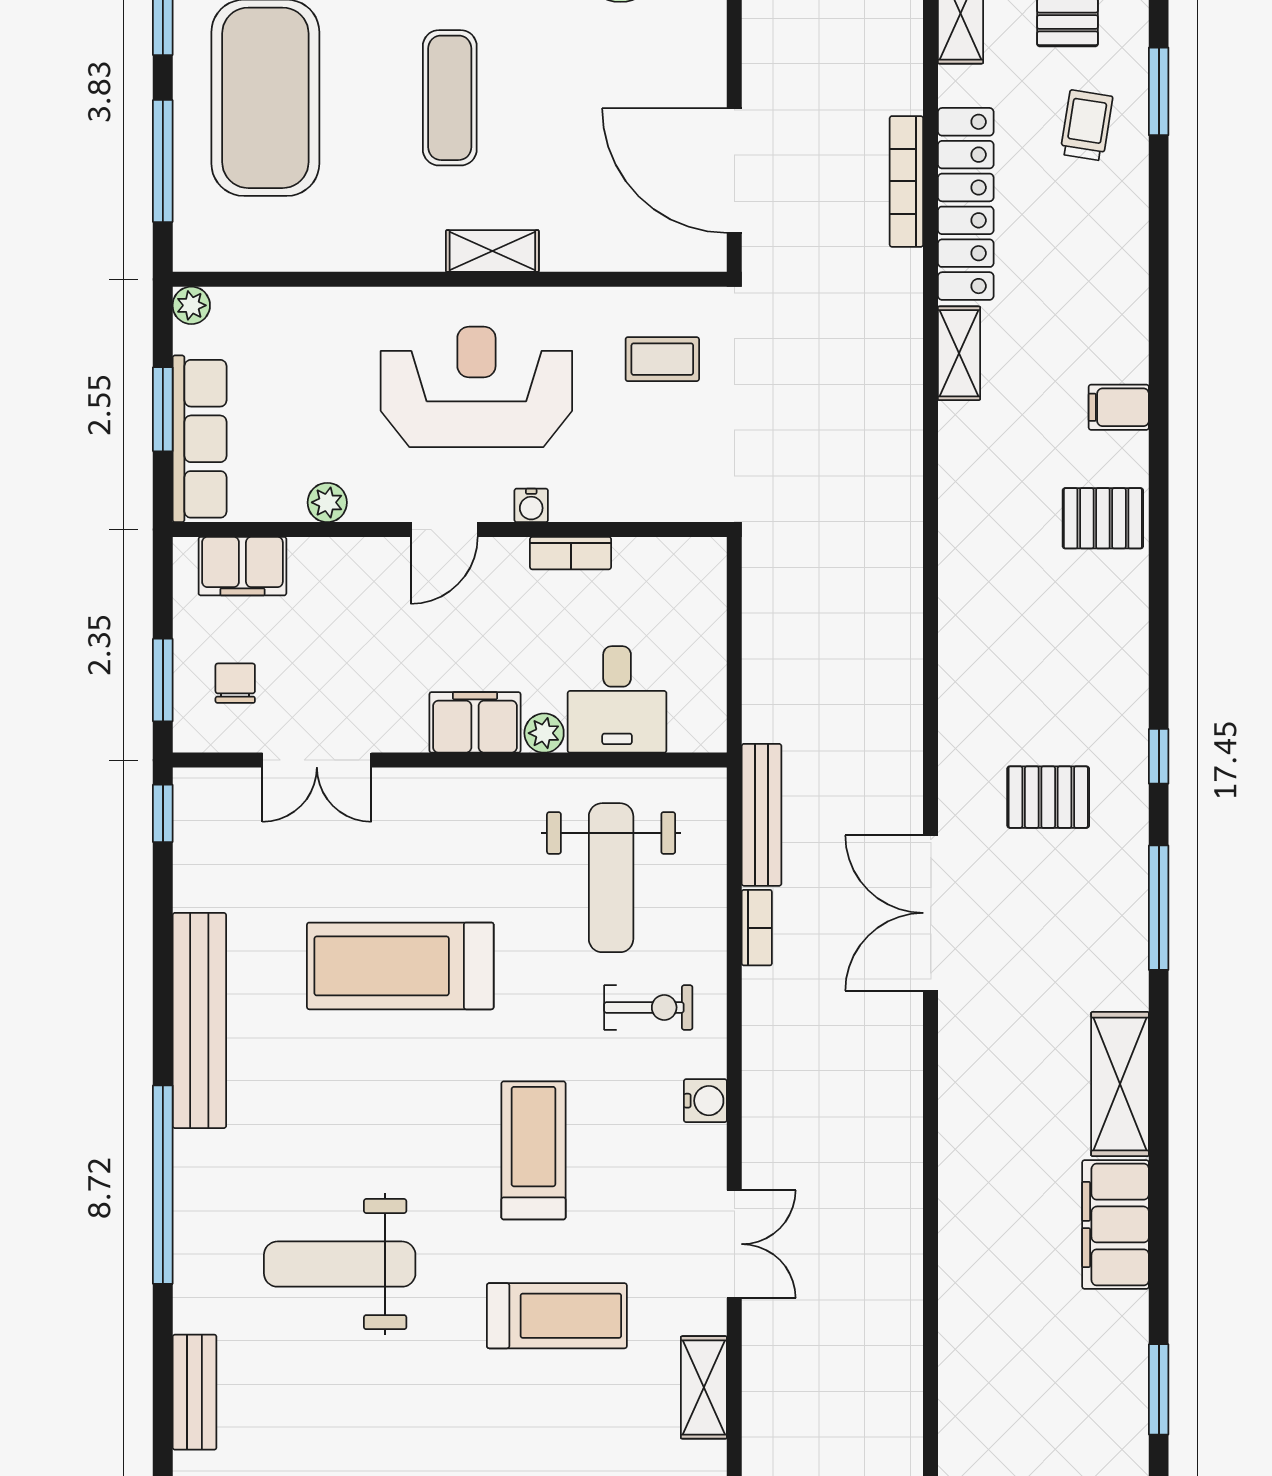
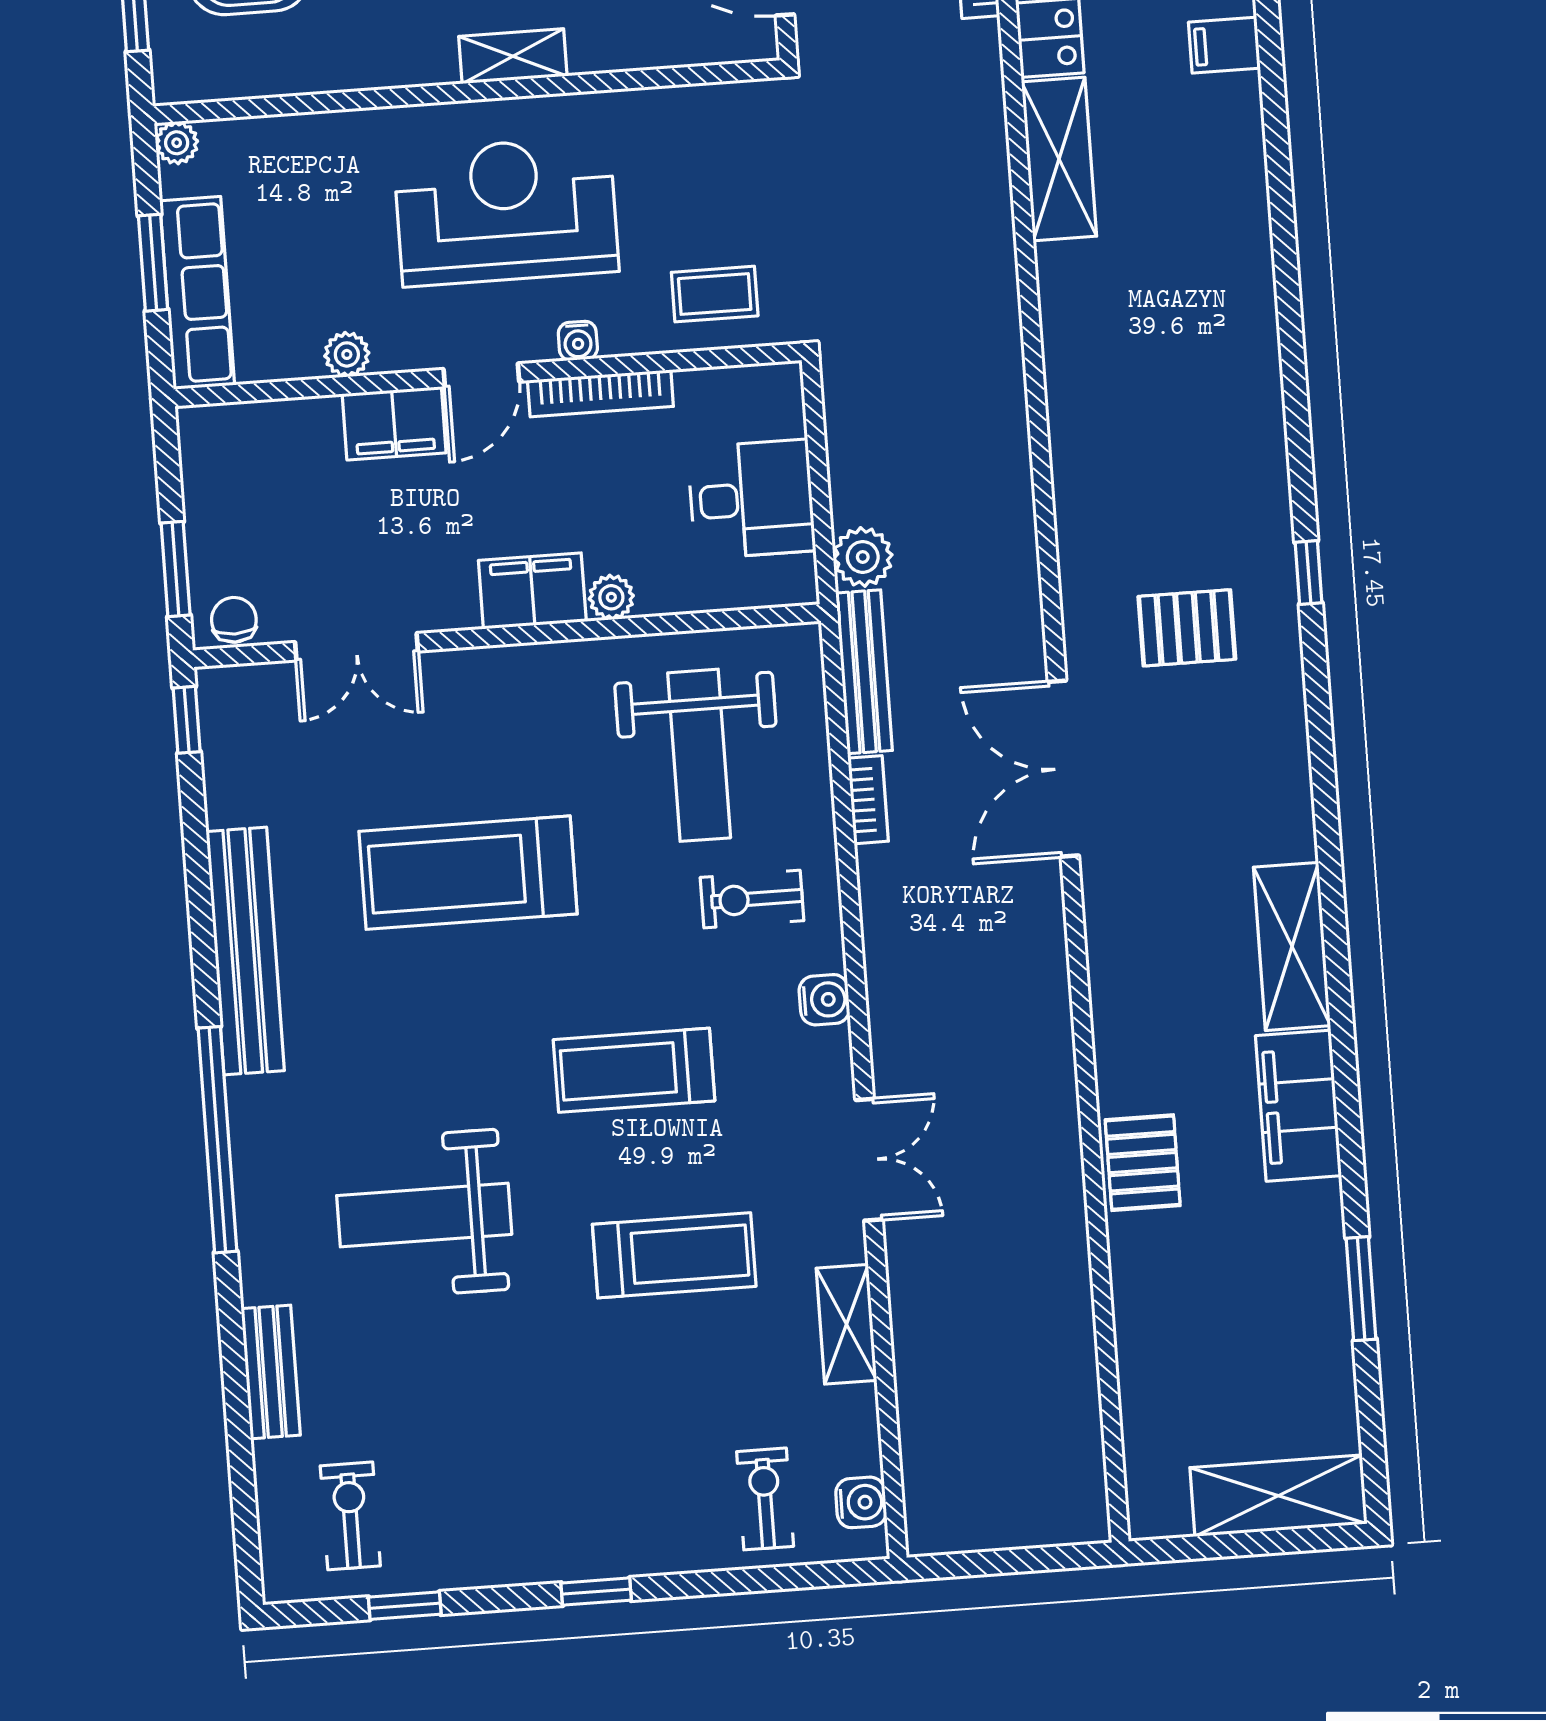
shelving: (959, 353) -> (1059, 159), width x1.50, depth x1.33
coffee table: (662, 359) -> (715, 294), moved
filing cabinet: (1119, 407) -> (1224, 45), moved
pallet: (1103, 518) -> (1143, 1163), moved, turned 90
bookcase: (571, 553) -> (600, 393), width x1.56
filing cabinet: (242, 566) -> (394, 423), moved
chair: (235, 683) -> (234, 620), moved
desk: (617, 699) -> (752, 499), moved, turned -90
plant: (768, 714) -> (863, 557), added
window: (1159, 908) -> (1321, 744), removed
exercise bike: (648, 1007) -> (752, 899), turned 180
treadmill: (533, 1150) -> (634, 1070), turned -90

